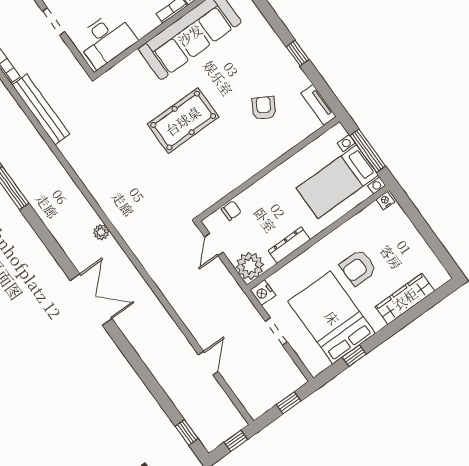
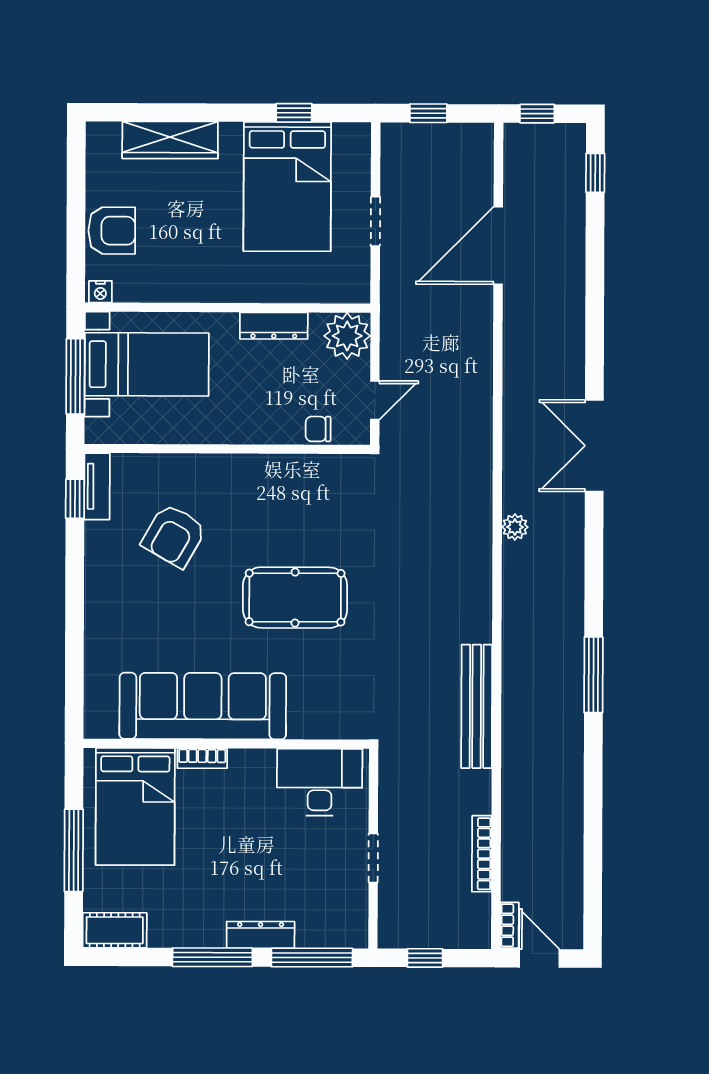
window: (298, 53) -> (75, 499), moved
armchair: (264, 108) -> (174, 536), width x1.38, depth x1.38
bench: (41, 110) -> (477, 706), moved
armchair: (358, 268) -> (112, 231), moved
nightstand: (263, 293) -> (356, 287), removed
door: (208, 363) -> (498, 245), width x1.87

